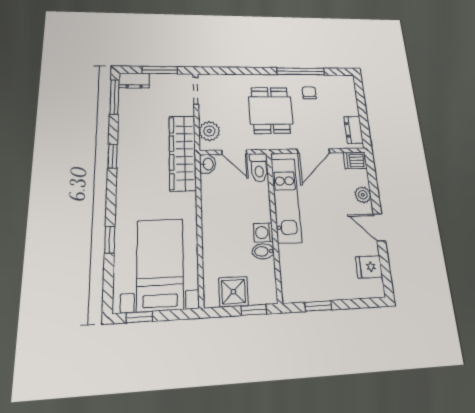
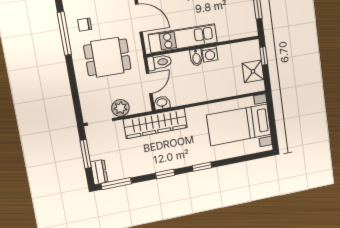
plant: (209, 131) -> (120, 108), moved
window: (110, 240) -> (202, 167), moved
bidet: (263, 251) -> (196, 57), moved
window: (139, 317) -> (273, 132), removed

